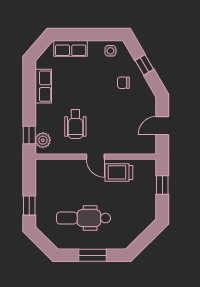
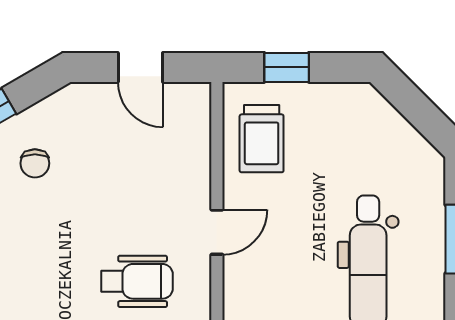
trolley: (119, 172) -> (262, 139), moved

